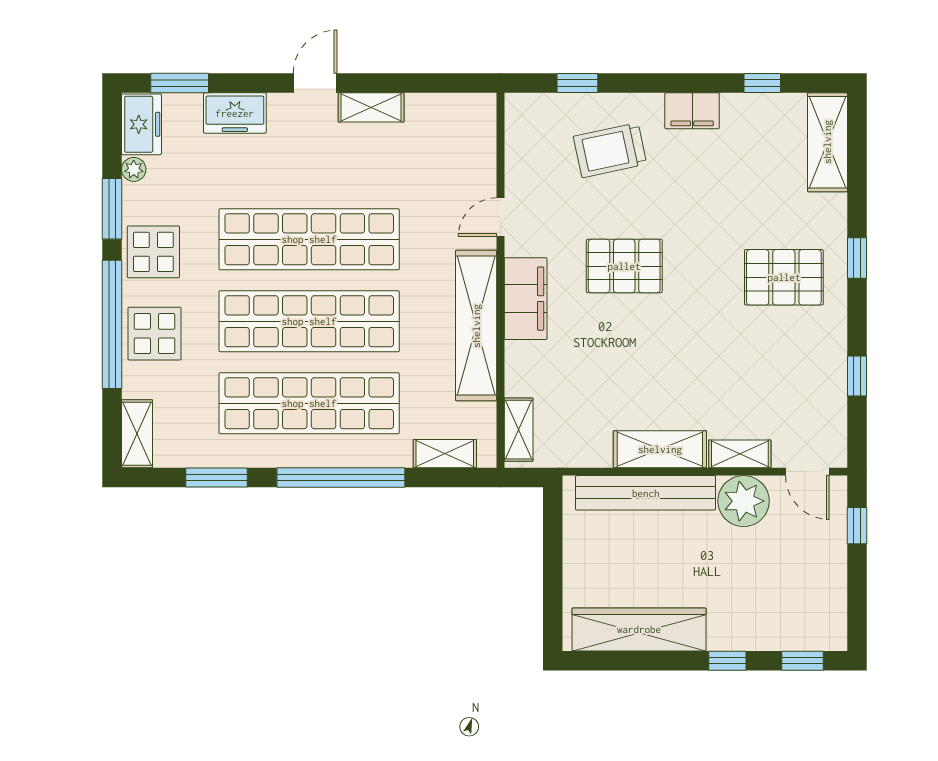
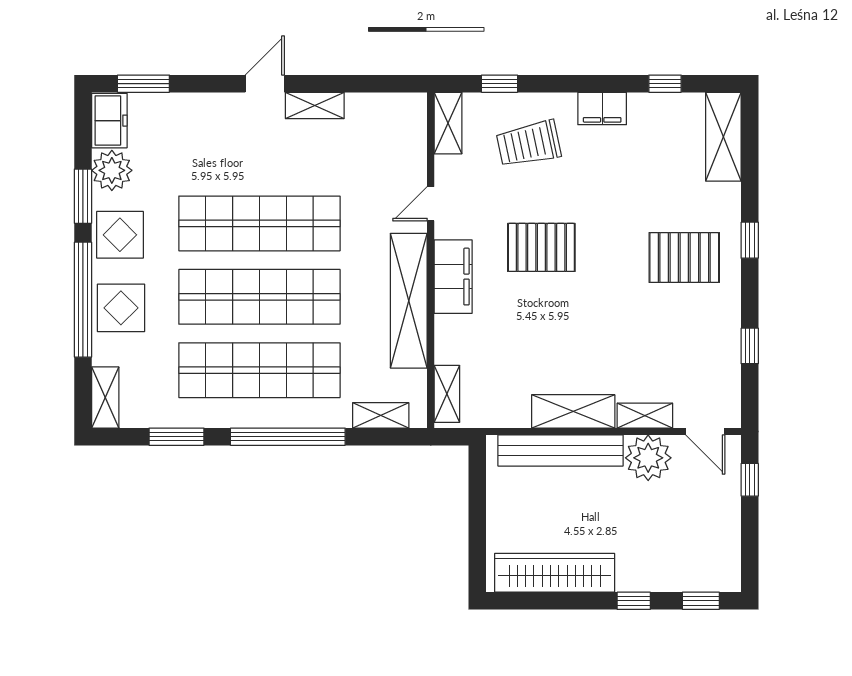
freezer: (235, 113) -> (193, 110), removed
shelving: (520, 127) -> (448, 123), added
plant: (134, 169) -> (112, 170), width x1.88, depth x1.88

